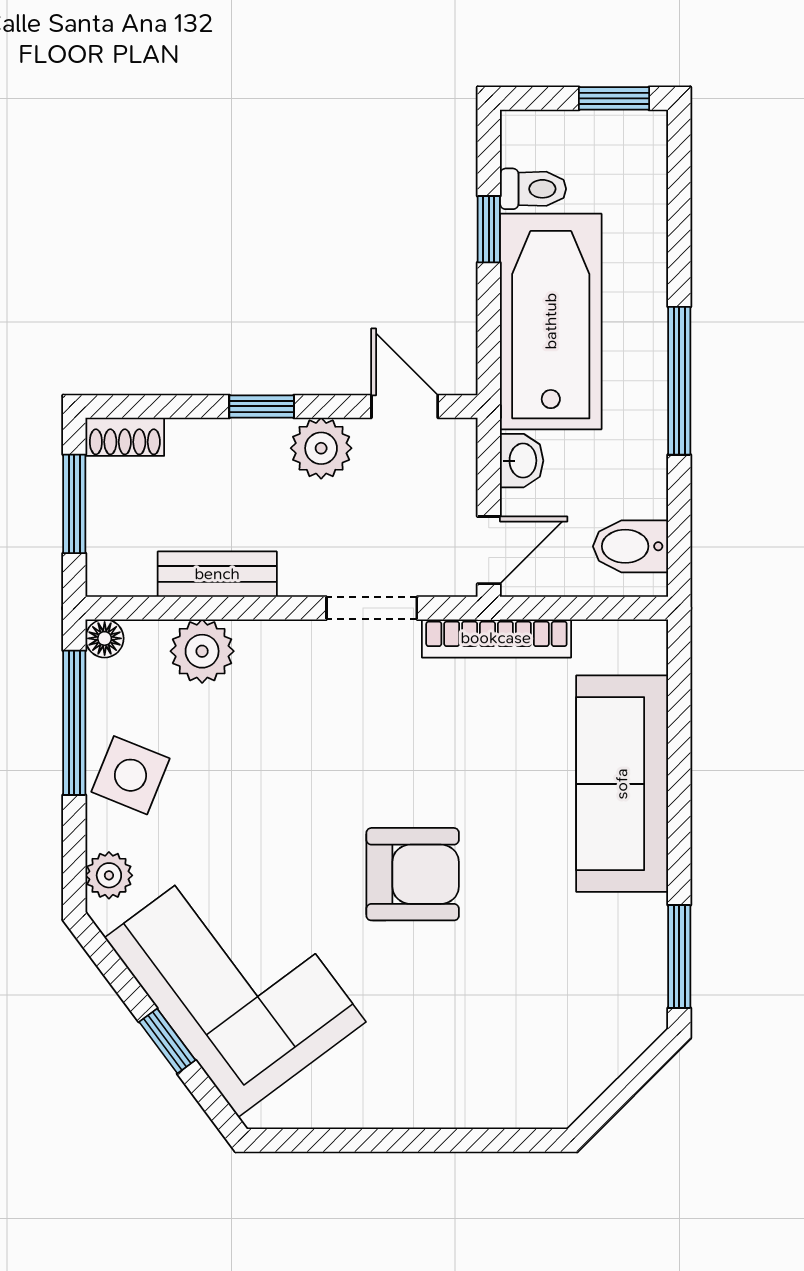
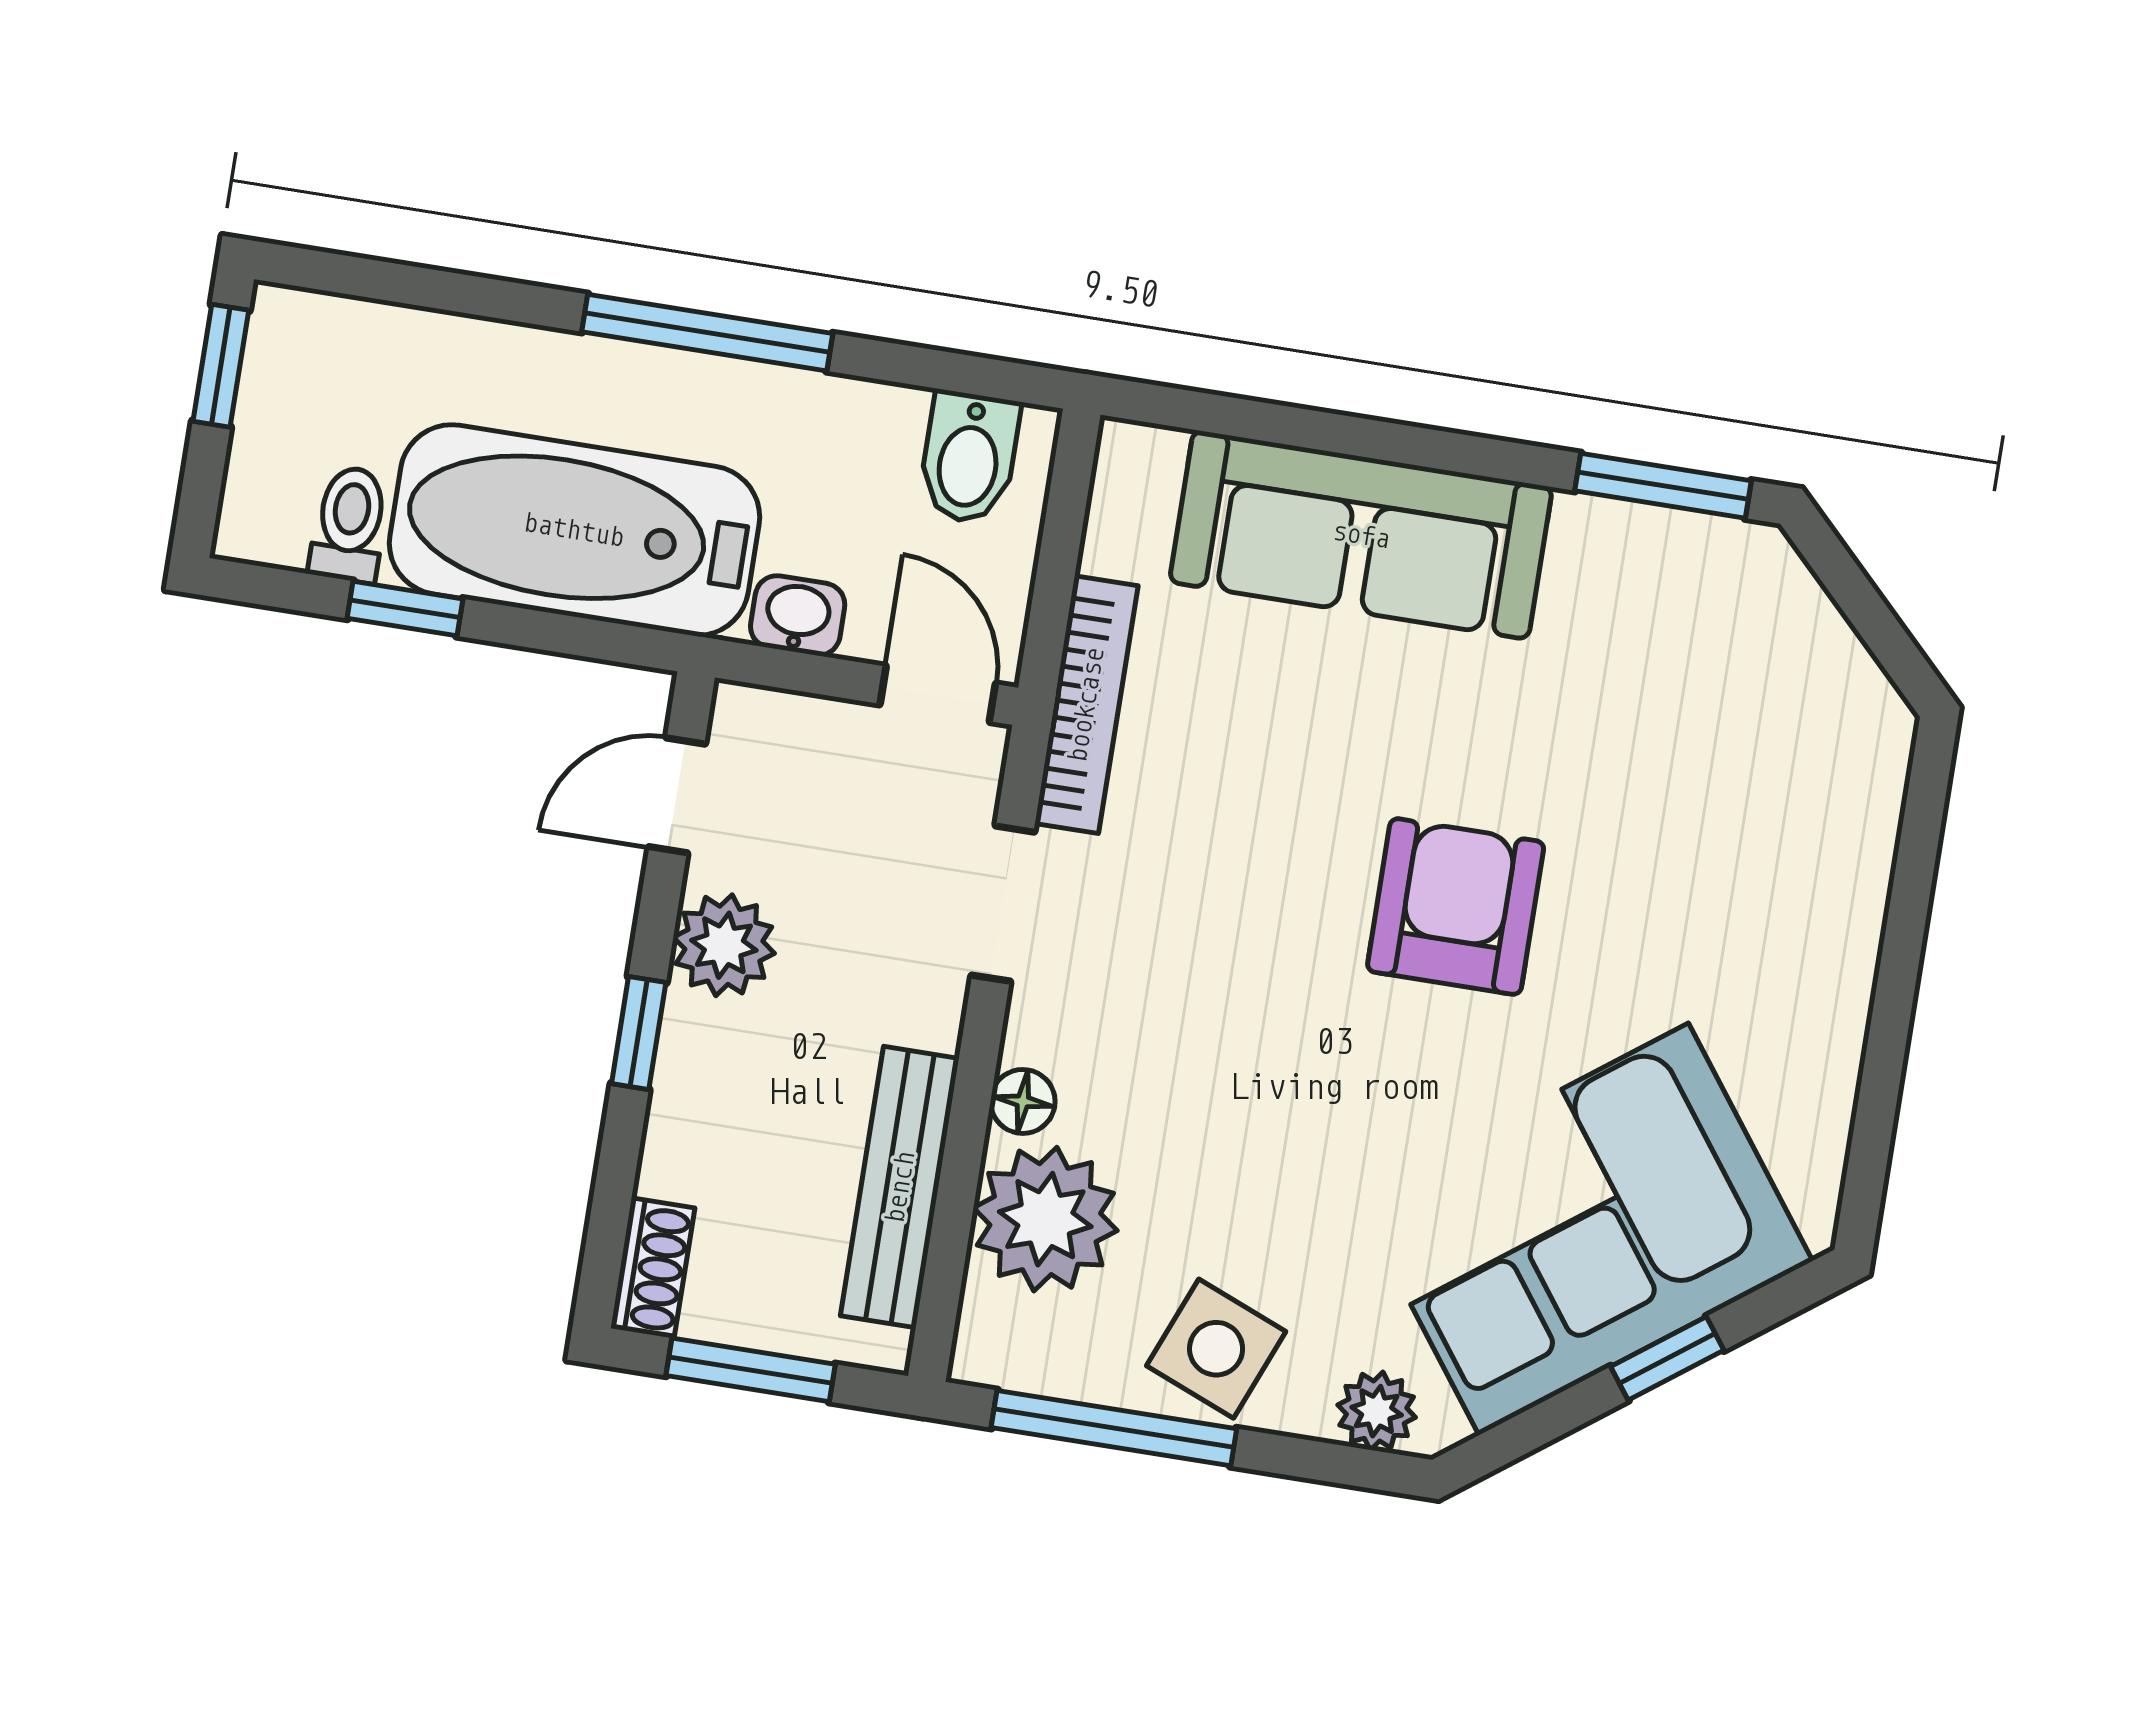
bench: (217, 574) -> (900, 1187), width x1.36
floor lamp: (105, 638) -> (1023, 1101), moved
plant: (202, 651) -> (1045, 1219), width x1.36, depth x1.36

